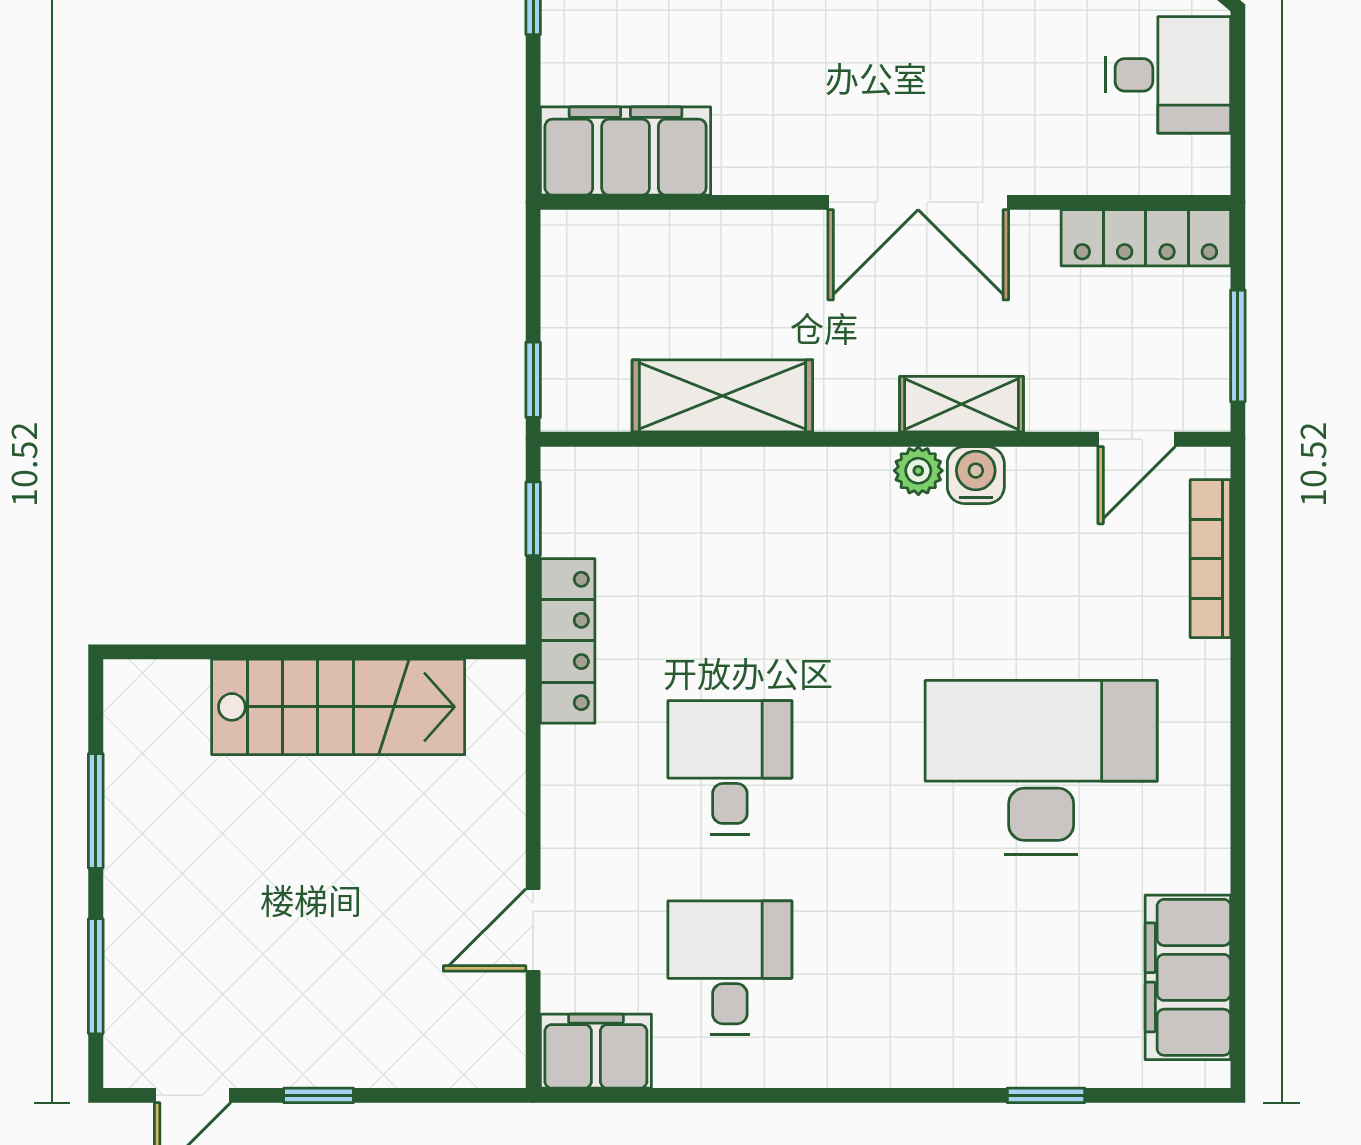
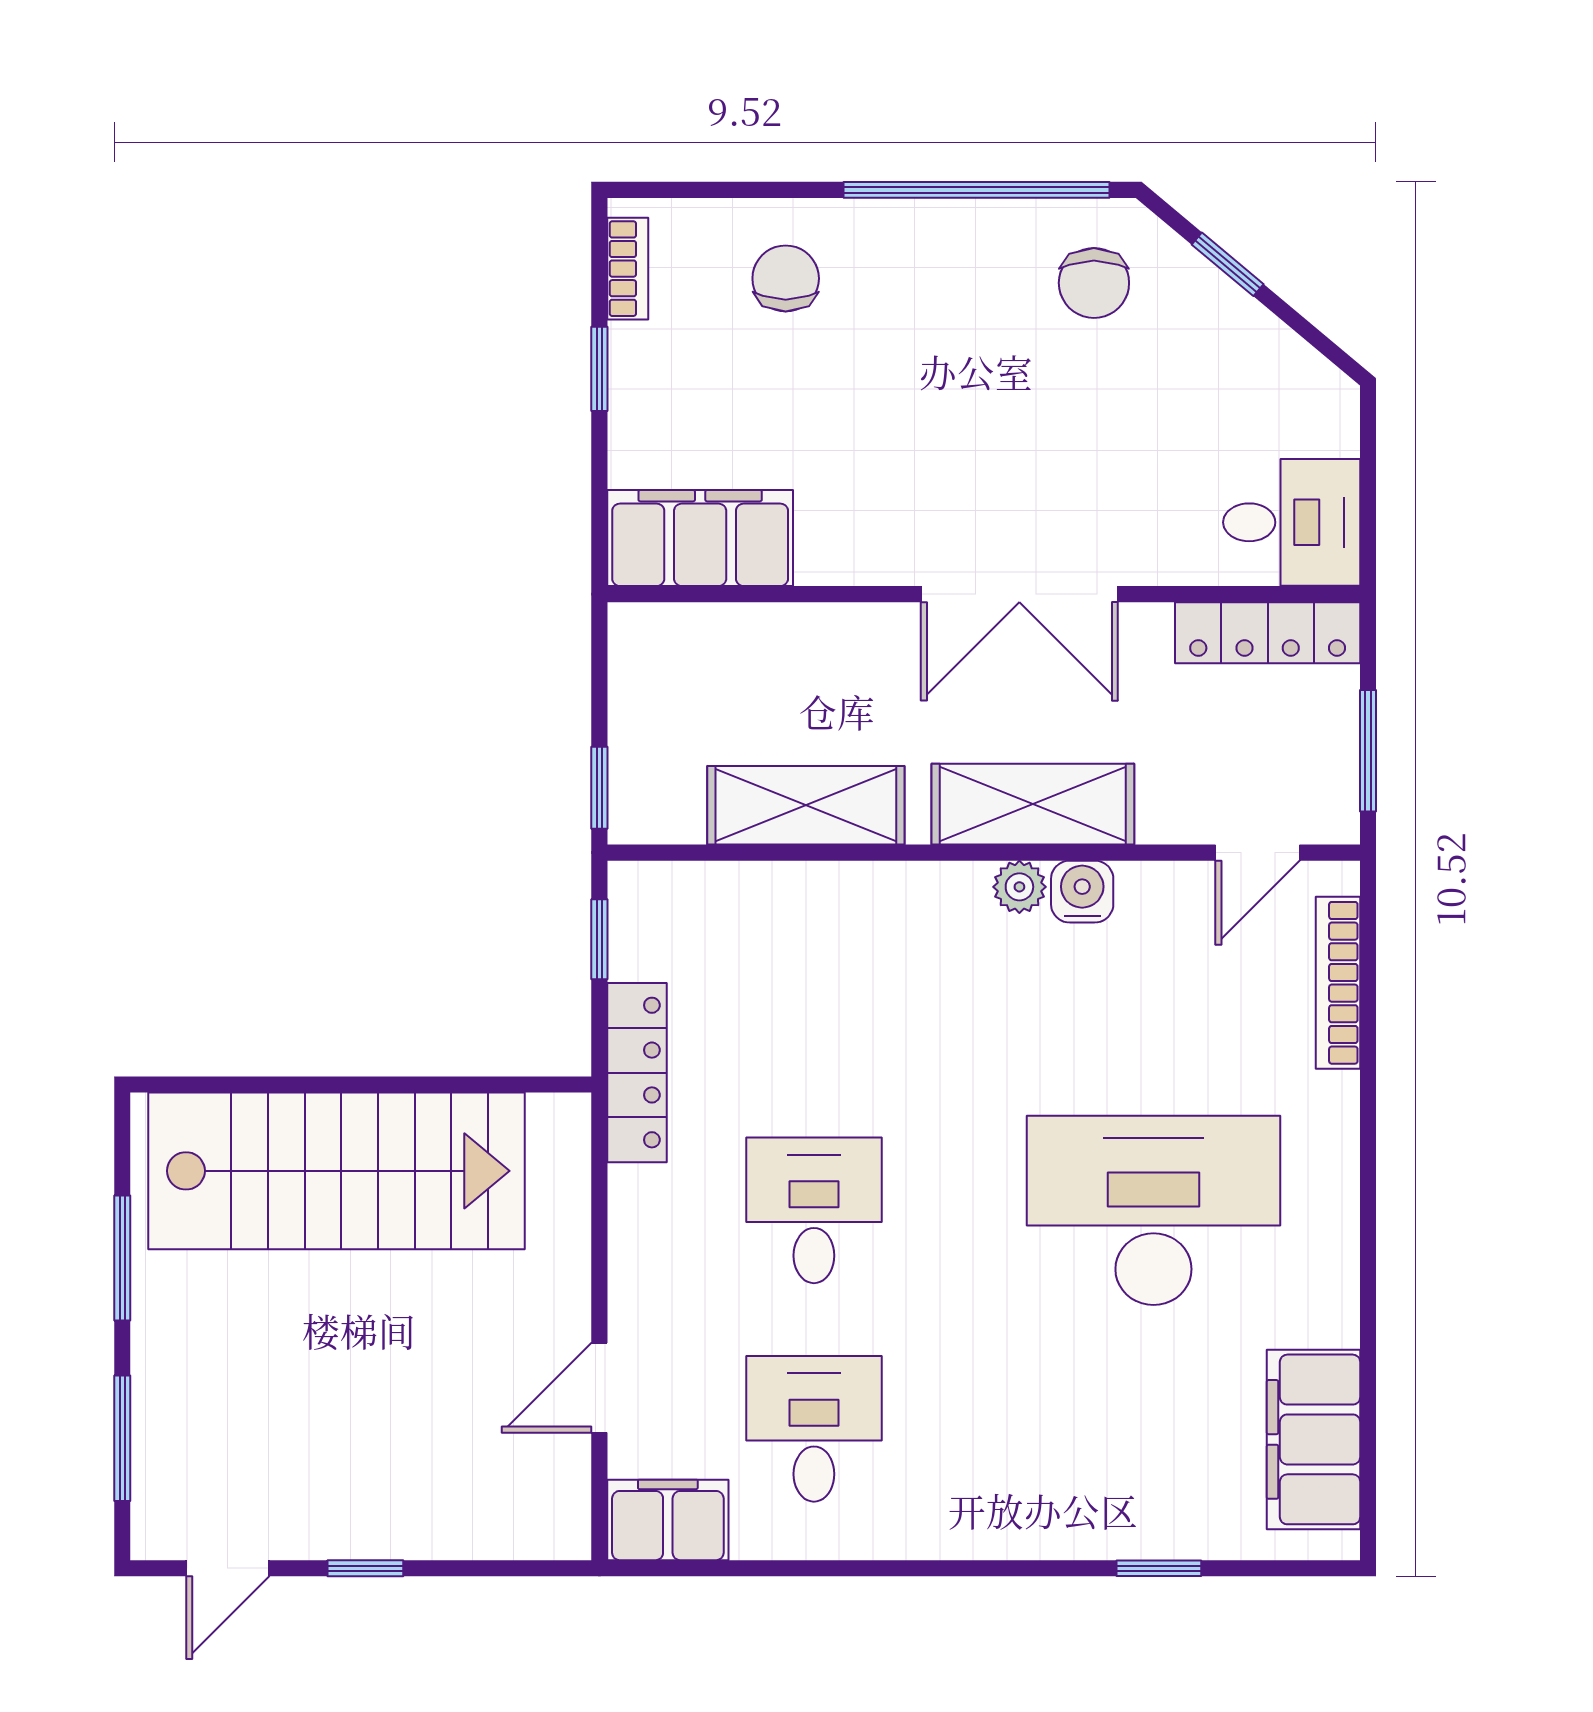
desk: (1168, 75) -> (1292, 522), moved
shelving: (961, 404) -> (1033, 804), width x1.50, depth x1.33
stairs: (338, 707) -> (337, 1171), width x1.36, depth x1.51

